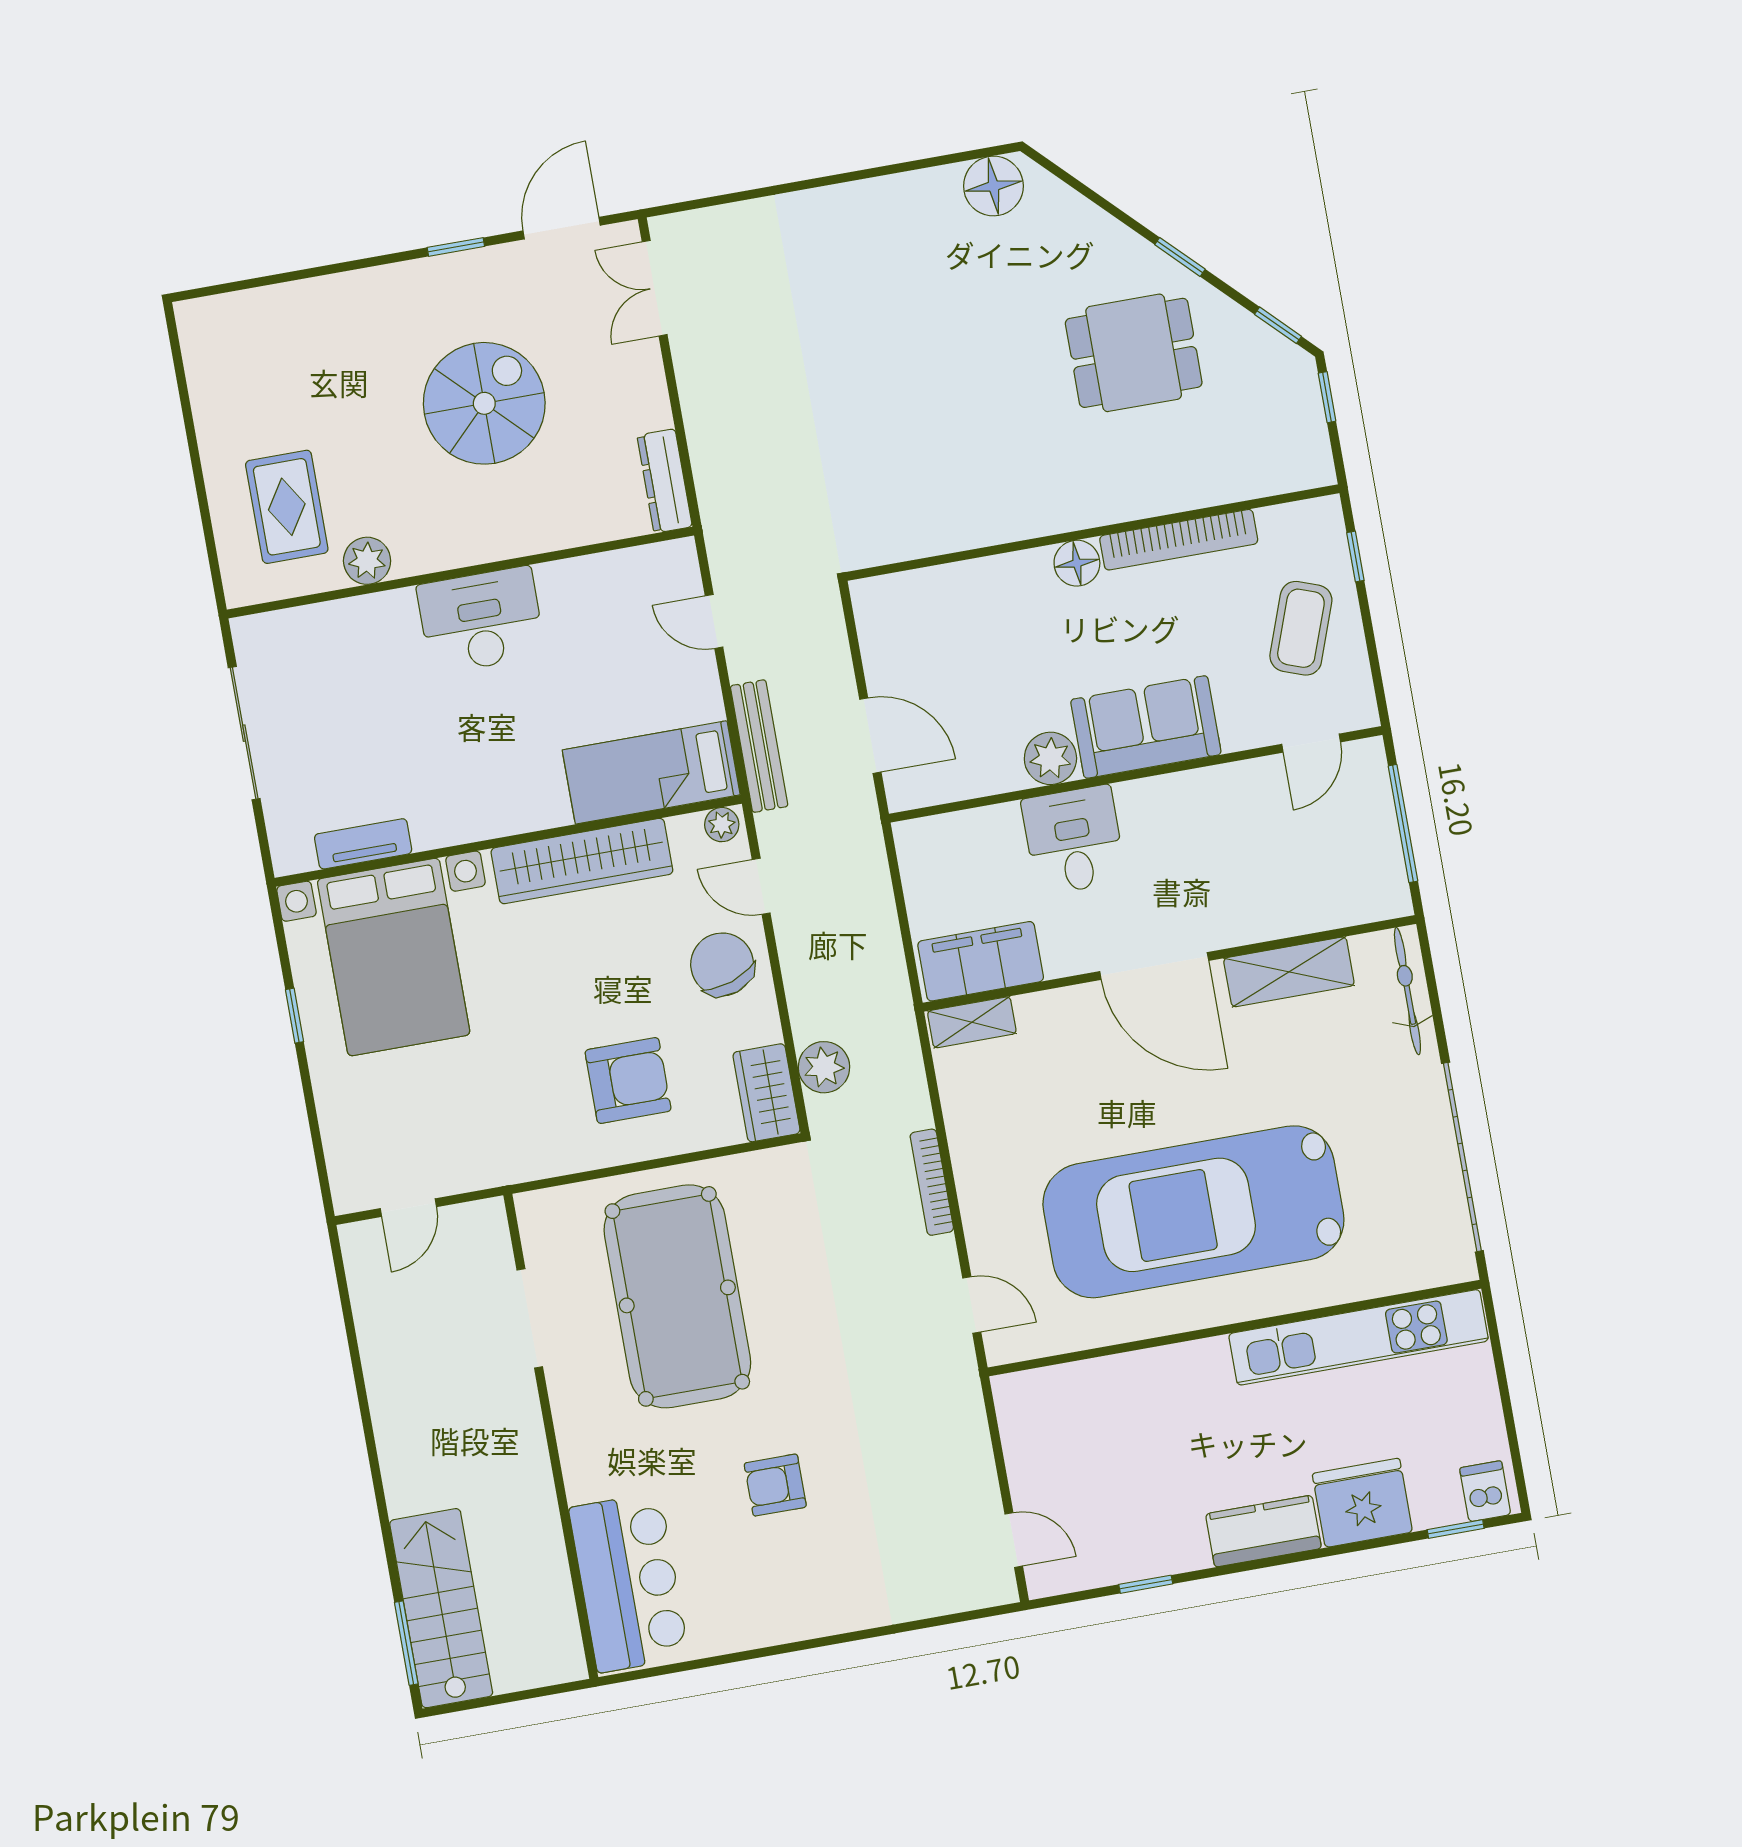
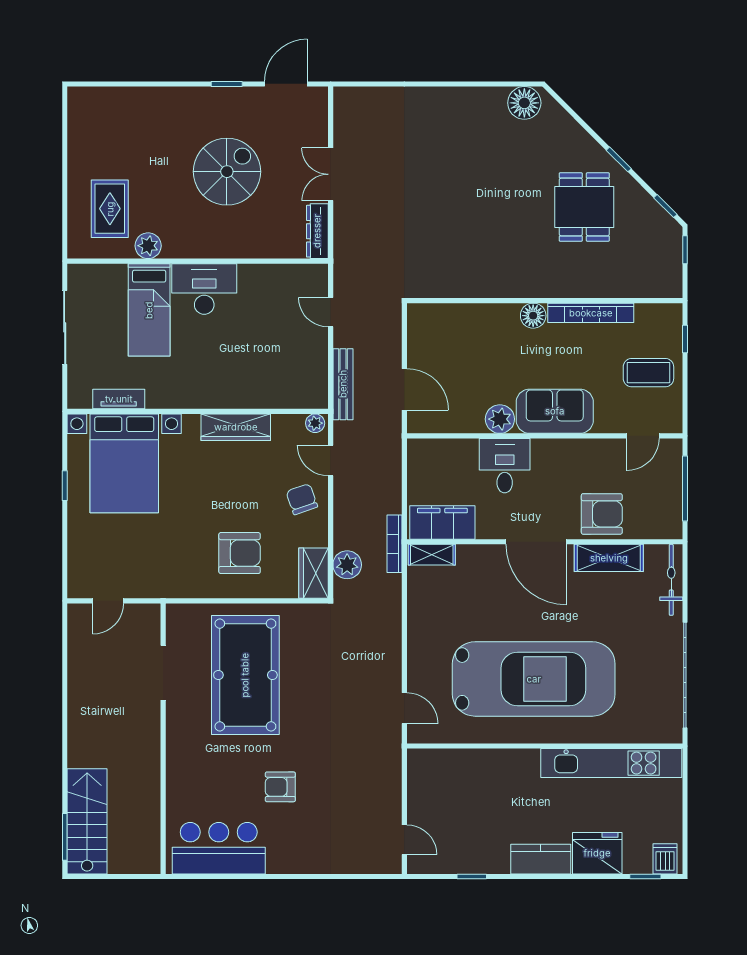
double door: (655, 288) -> (331, 174), moved
dining table: (1134, 353) -> (584, 207), turned 90
coffee table: (1301, 628) -> (648, 373), turned 70
bed: (651, 772) -> (149, 310), moved, turned -90
wardrobe: (582, 861) -> (236, 427), width x0.71, depth x0.85
armchair: (1262, 895) -> (602, 514), added
chair: (722, 964) -> (302, 499), width x0.73, depth x0.73
bookcase: (932, 1182) -> (395, 544), moved
car: (1193, 1212) -> (534, 679), turned 180
bar counter: (629, 1582) -> (219, 848), moved, turned -90

